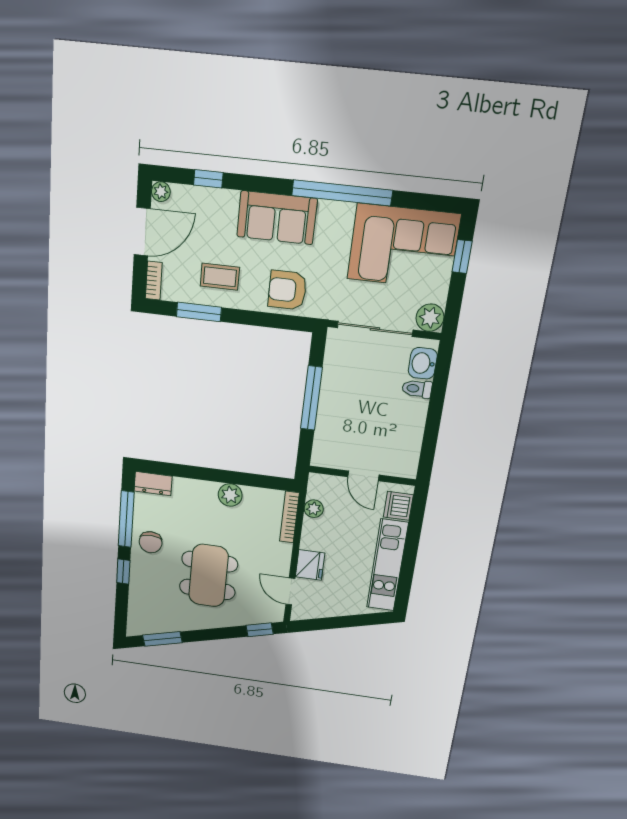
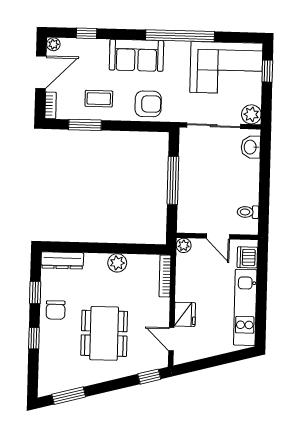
armchair: (287, 290) -> (148, 104), turned 180
toilet: (417, 389) -> (248, 212), moved
dresser: (153, 484) -> (62, 260), width x1.44
plant: (314, 509) -> (184, 245), moved
window: (126, 519) -> (35, 293), width x0.46

